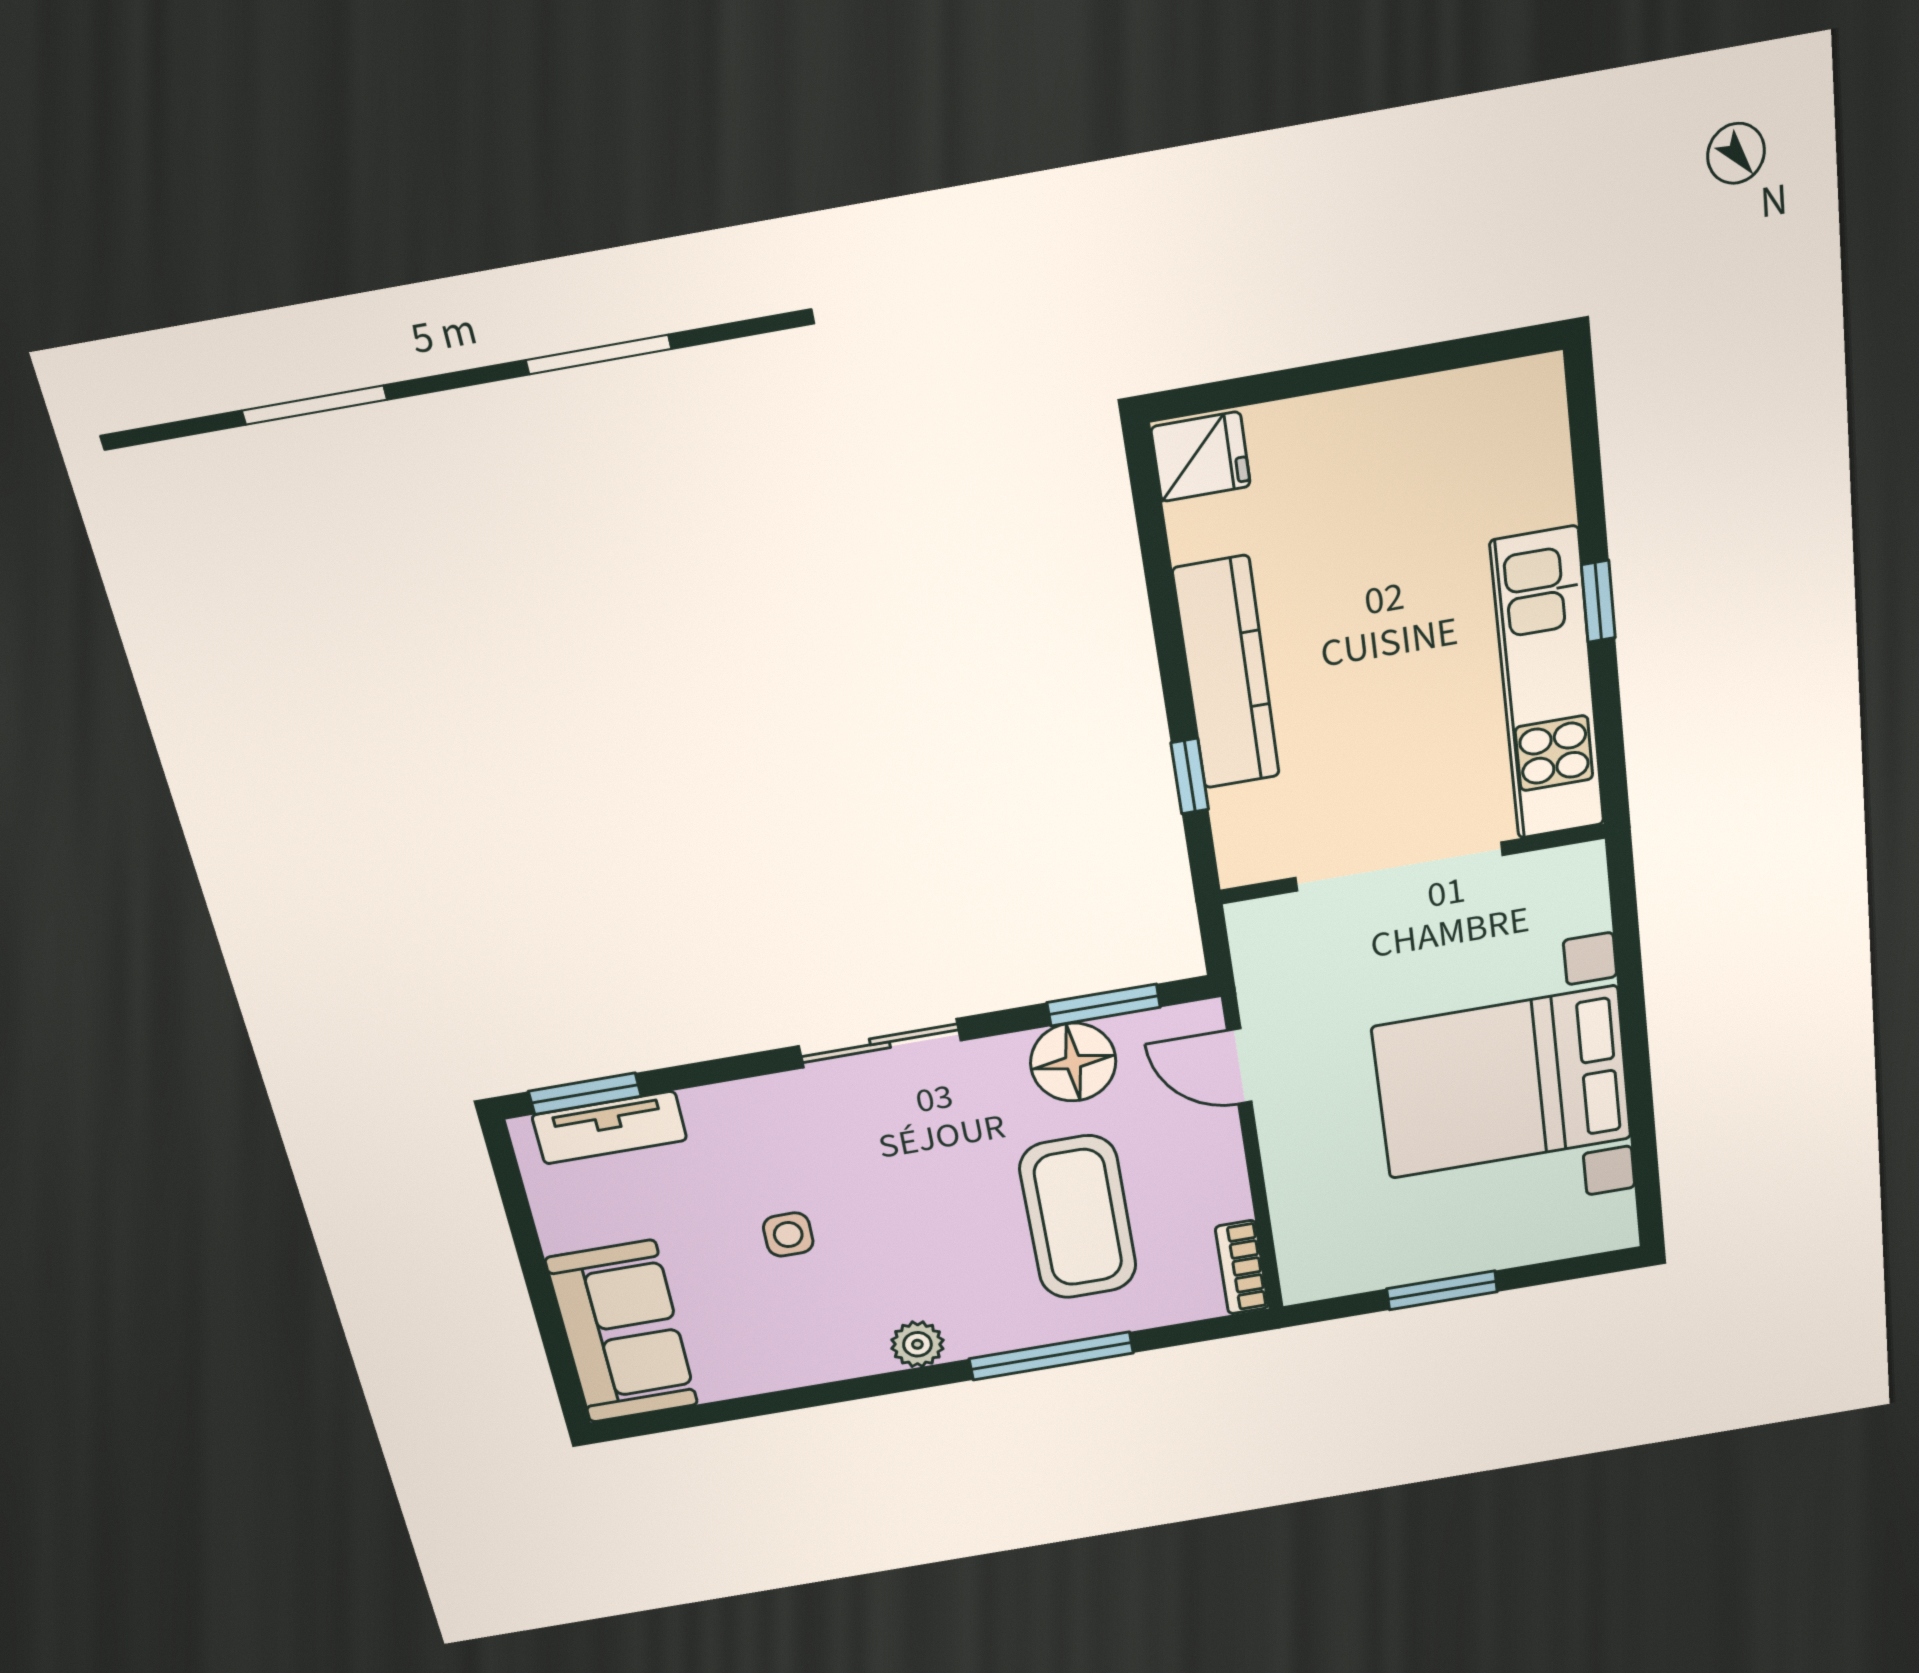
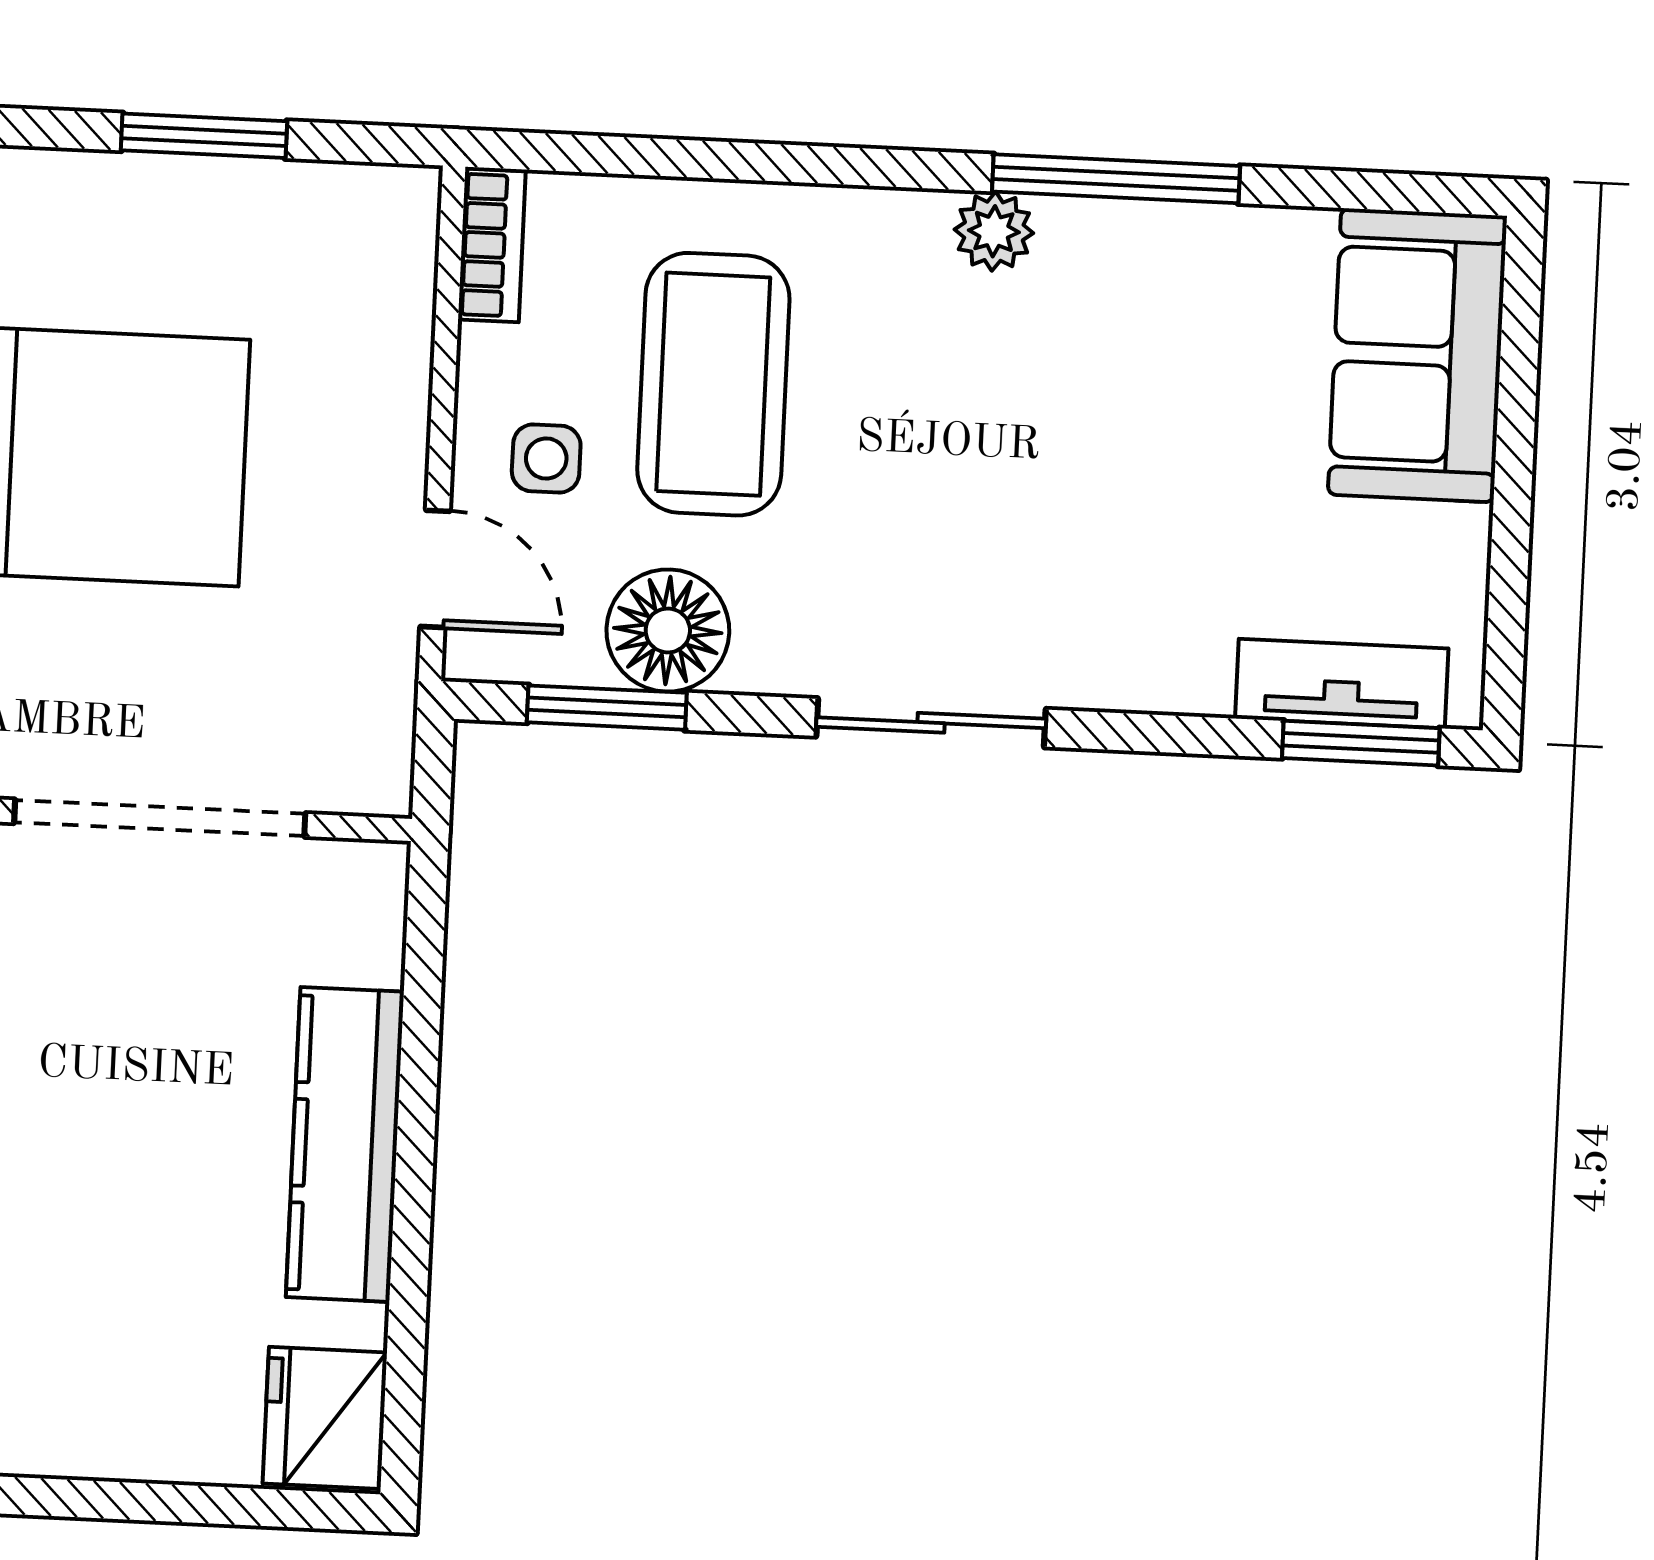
fridge: (1201, 457) -> (325, 1418), width x1.38
window: (1190, 776) -> (422, 1013), removed
side table: (788, 1235) -> (546, 458), moved
window: (1051, 1356) -> (1116, 179), moved

